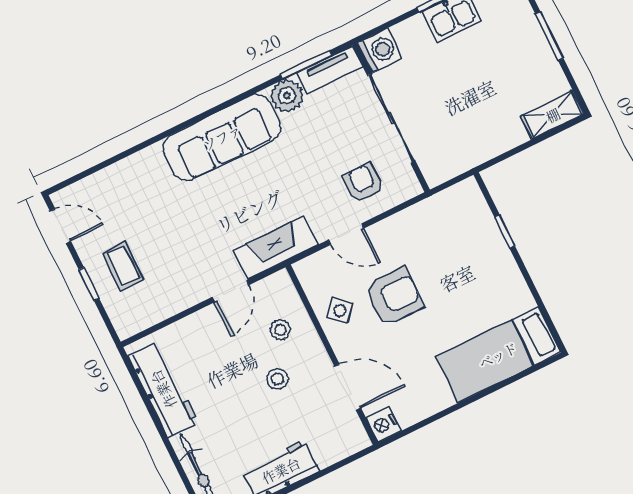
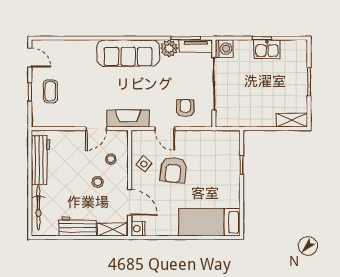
armchair: (394, 297) -> (173, 170), turned 96
shelving: (341, 447) -> (112, 229), added

